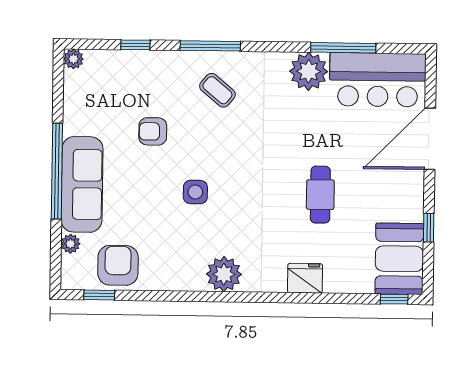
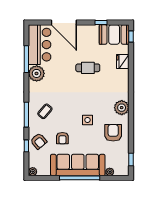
armchair: (146, 74) -> (39, 141), added
sofa: (82, 184) -> (78, 165), width x1.36, depth x1.27
armchair: (118, 265) -> (113, 133), moved, turned 90
fridge: (305, 278) -> (123, 61), moved

